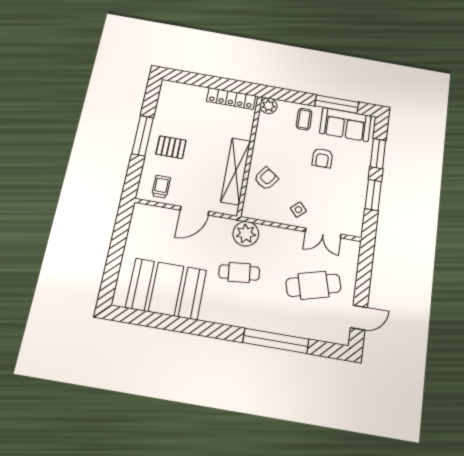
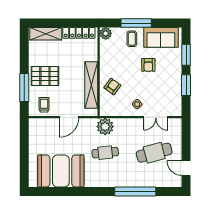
shelving: (184, 91) -> (46, 34), added
window: (337, 104) -> (136, 23), moved
window: (143, 136) -> (24, 87), moved
pallet: (171, 147) -> (45, 76), width x1.50, depth x1.42
door: (359, 317) -> (186, 168), swing flipped

